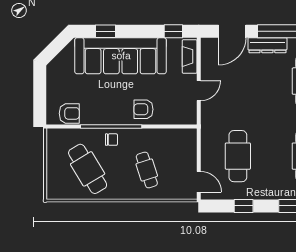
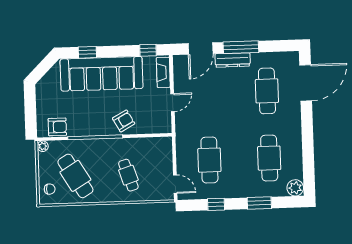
armchair: (143, 109) -> (124, 121), turned 151
plant: (52, 134) -> (43, 146), added
chair: (111, 140) -> (50, 189), moved

